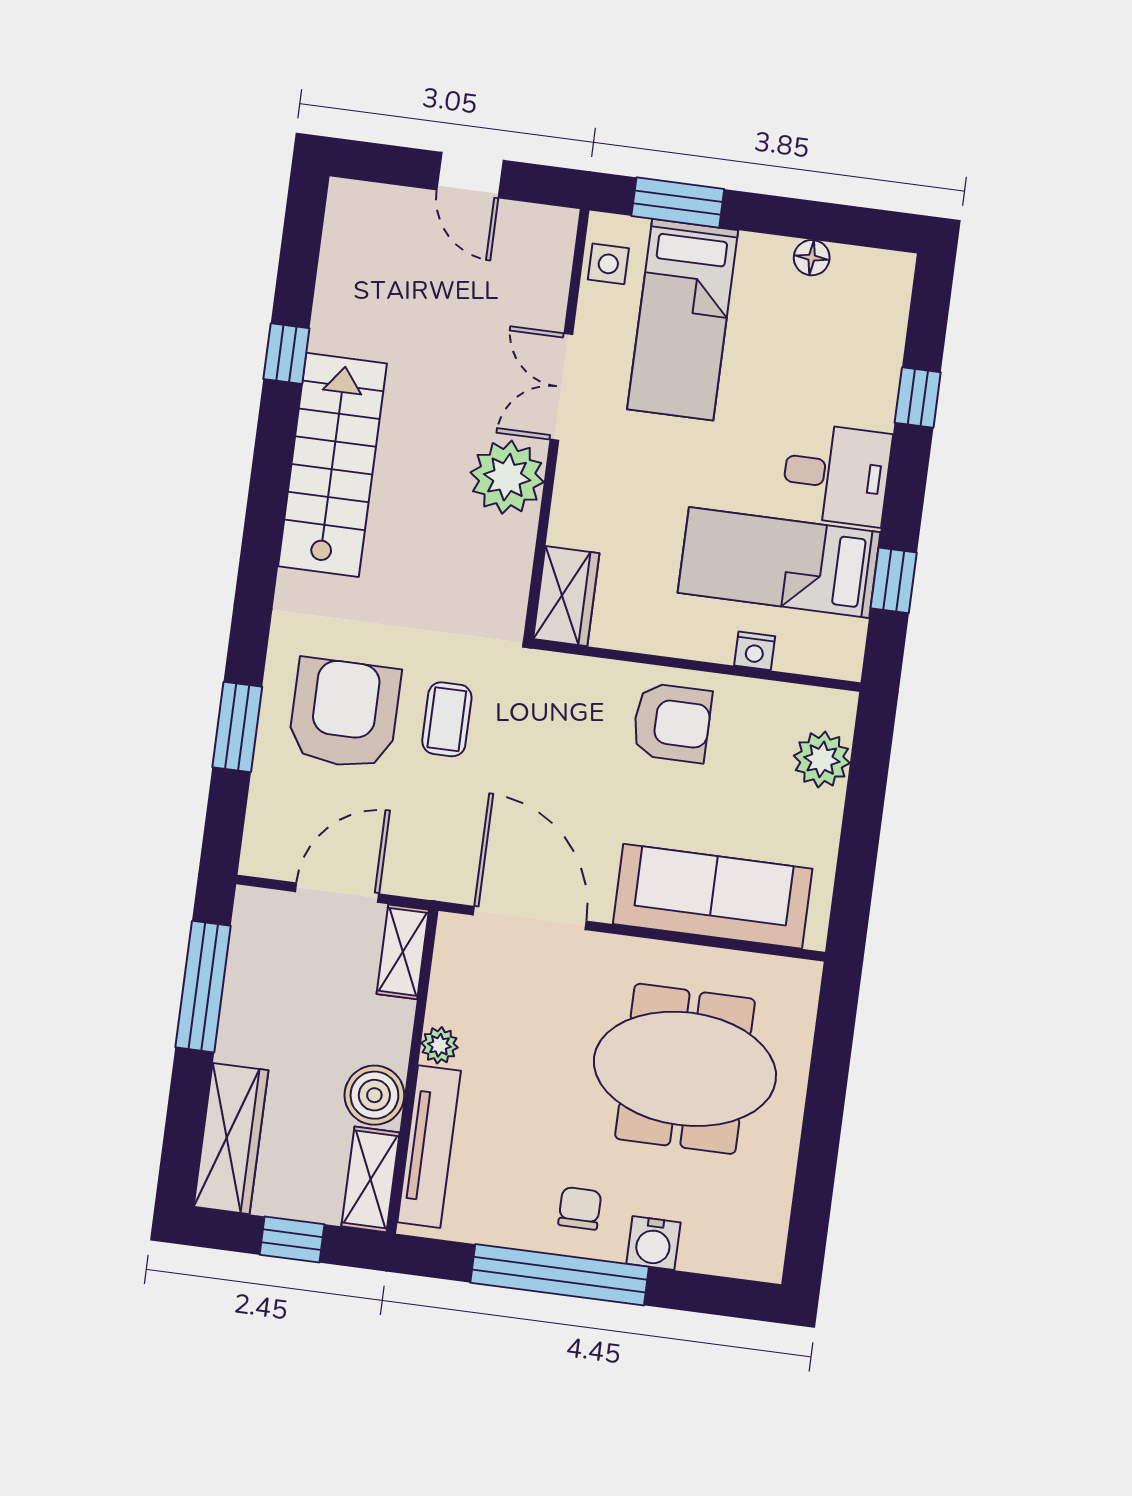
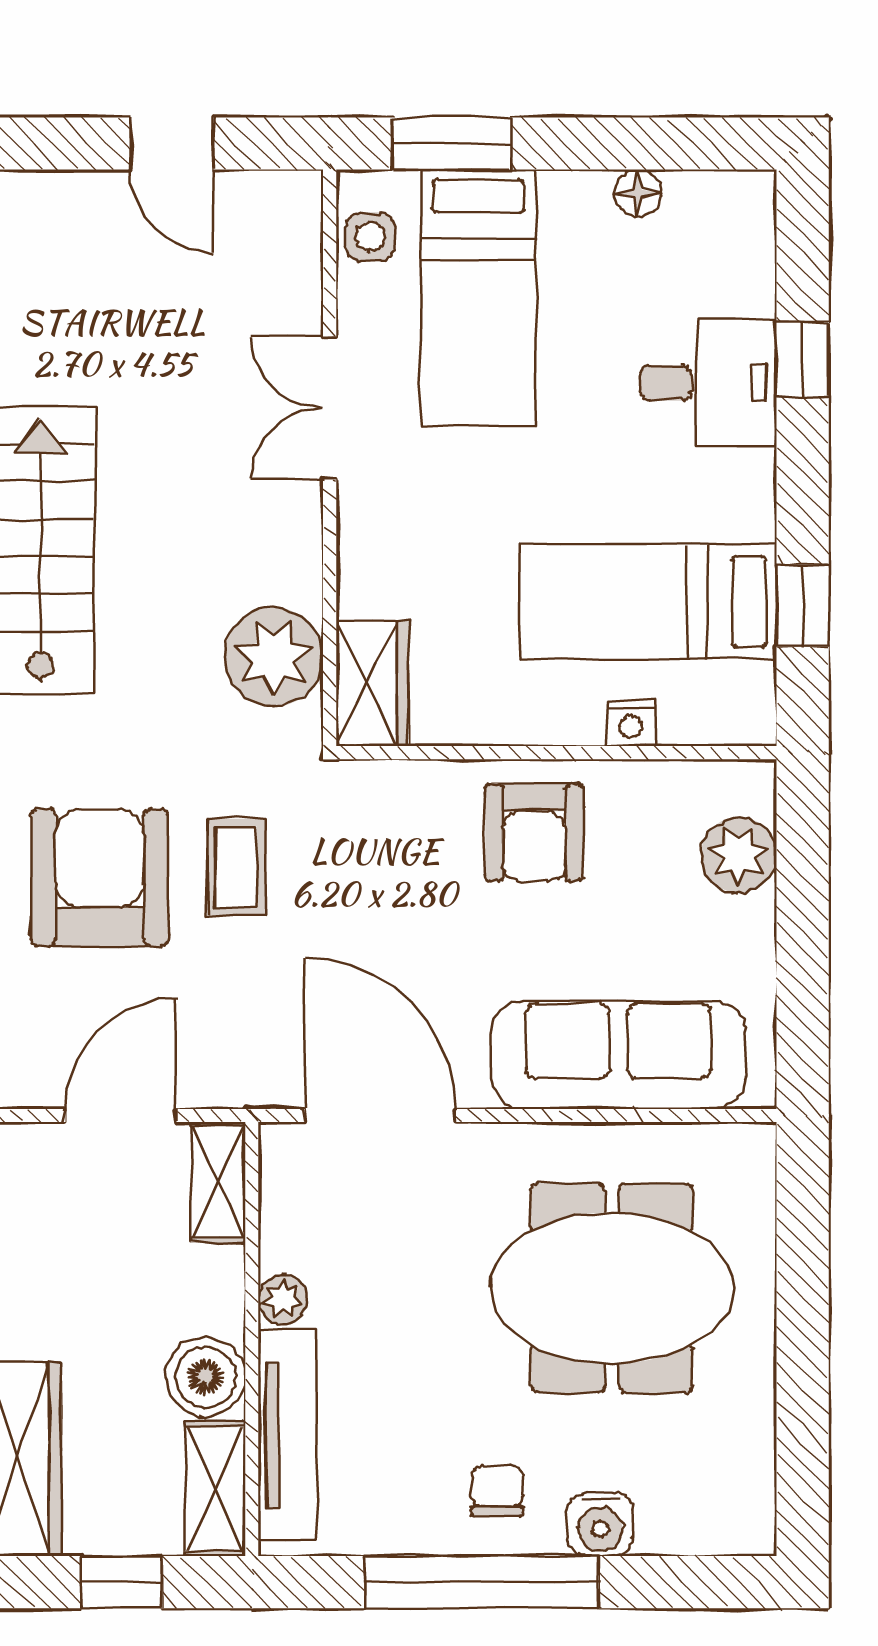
desk: (836, 475) -> (708, 383), moved
plant: (507, 477) -> (273, 657), moved
armchair: (672, 723) -> (534, 833), turned 90

